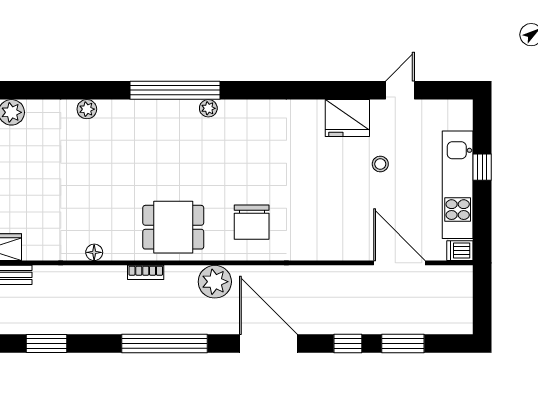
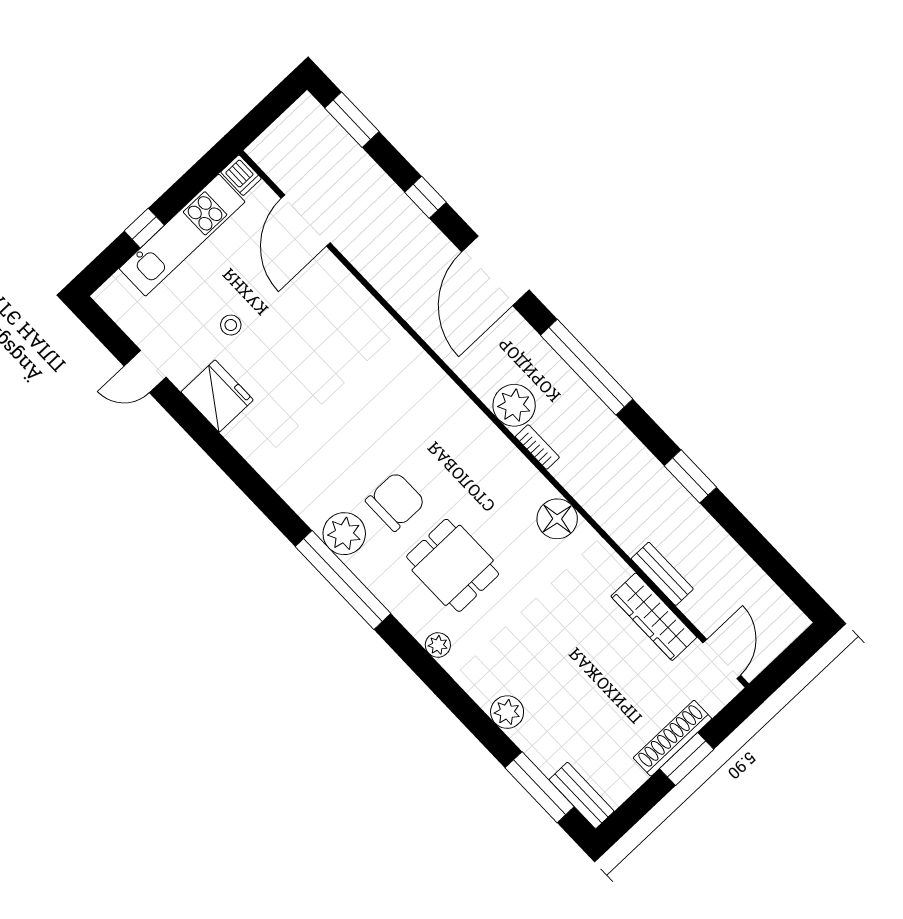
plant: (208, 108) -> (344, 534), width x1.87, depth x1.87
chair: (252, 222) -> (395, 501), moved
dining table: (173, 227) -> (453, 565), moved
floor lamp: (94, 252) -> (557, 519), width x1.89, depth x1.89
plant: (215, 282) -> (514, 405), moved
window: (403, 344) -> (352, 120), moved

